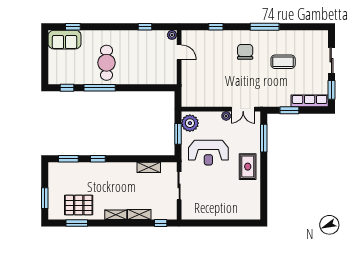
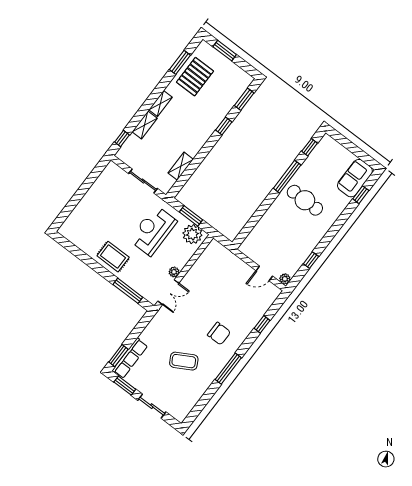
coffee table: (283, 62) -> (184, 361), turned 61
double door: (243, 109) -> (168, 292), swing flipped
window: (289, 110) -> (118, 356), moved

